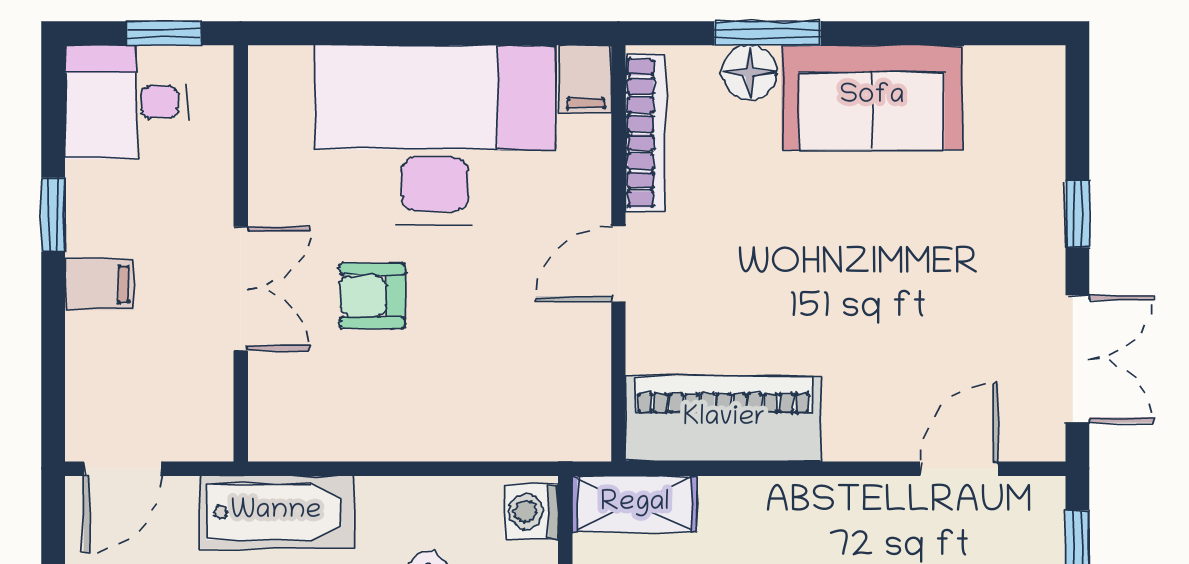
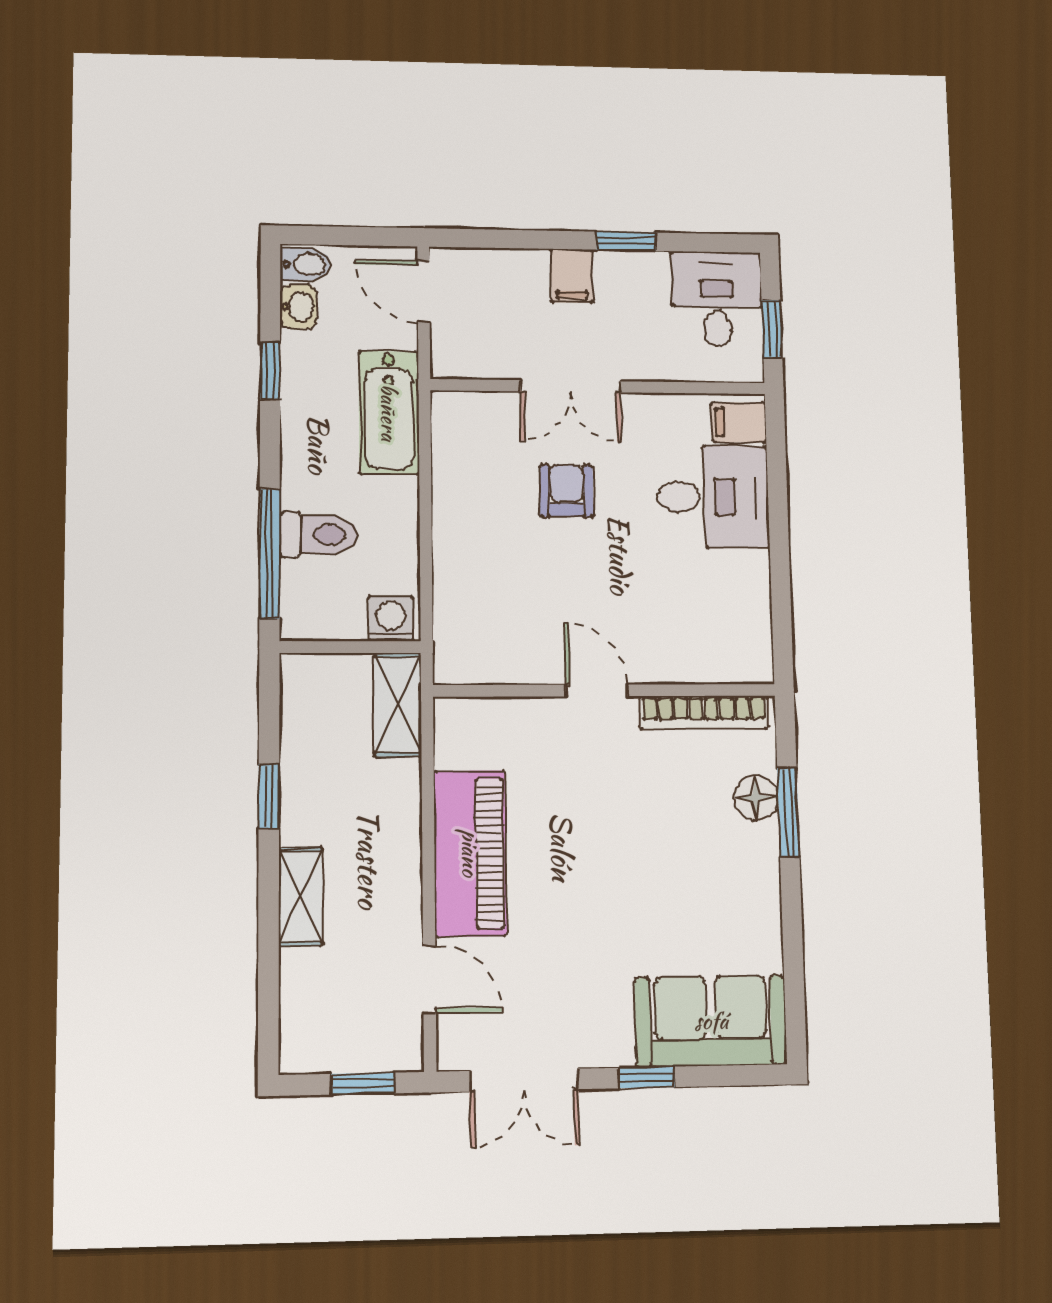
filing cabinet: (586, 79) -> (739, 422), moved
sofa: (872, 97) -> (711, 1021), moved, turned 90
desk: (435, 135) -> (713, 497), width x0.53, depth x0.77
piano: (724, 419) -> (470, 853), moved

